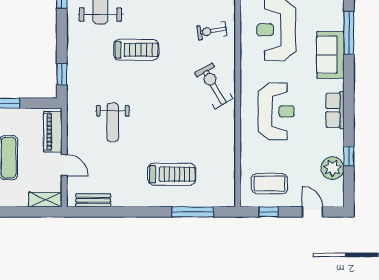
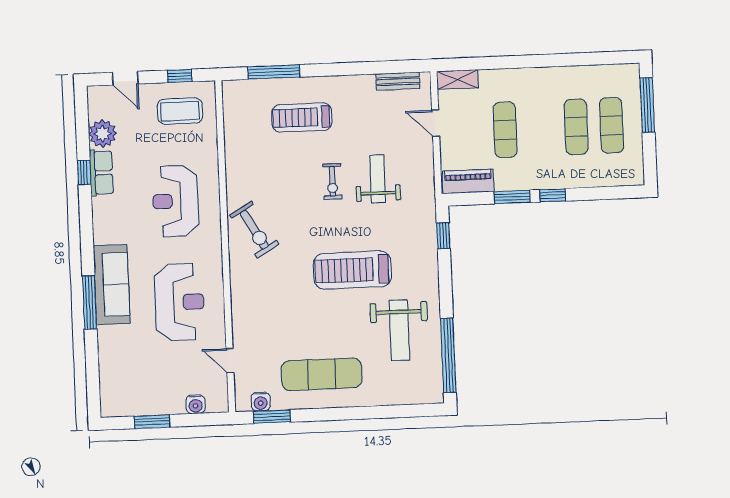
exercise bike: (212, 31) -> (332, 181), moved, turned 100
treadmill: (136, 50) -> (352, 270), width x1.37, depth x1.38
sofa: (330, 55) -> (112, 284), width x1.36
row of seats: (335, 110) -> (101, 173), moved
piano: (53, 132) -> (468, 181), moved, turned -90
window: (349, 156) -> (84, 173), moved

